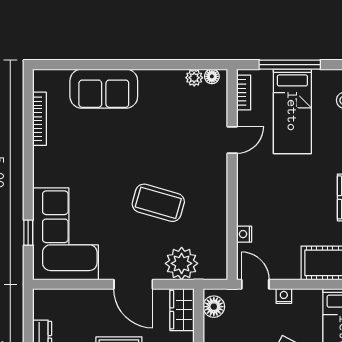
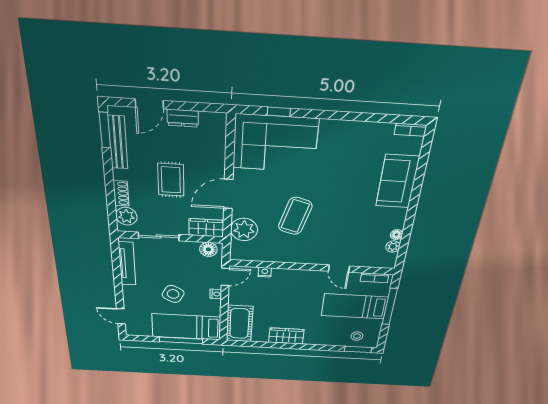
floor lamp: (212, 76) -> (396, 235), moved
bookcase: (40, 119) -> (411, 130), moved, width x0.64

